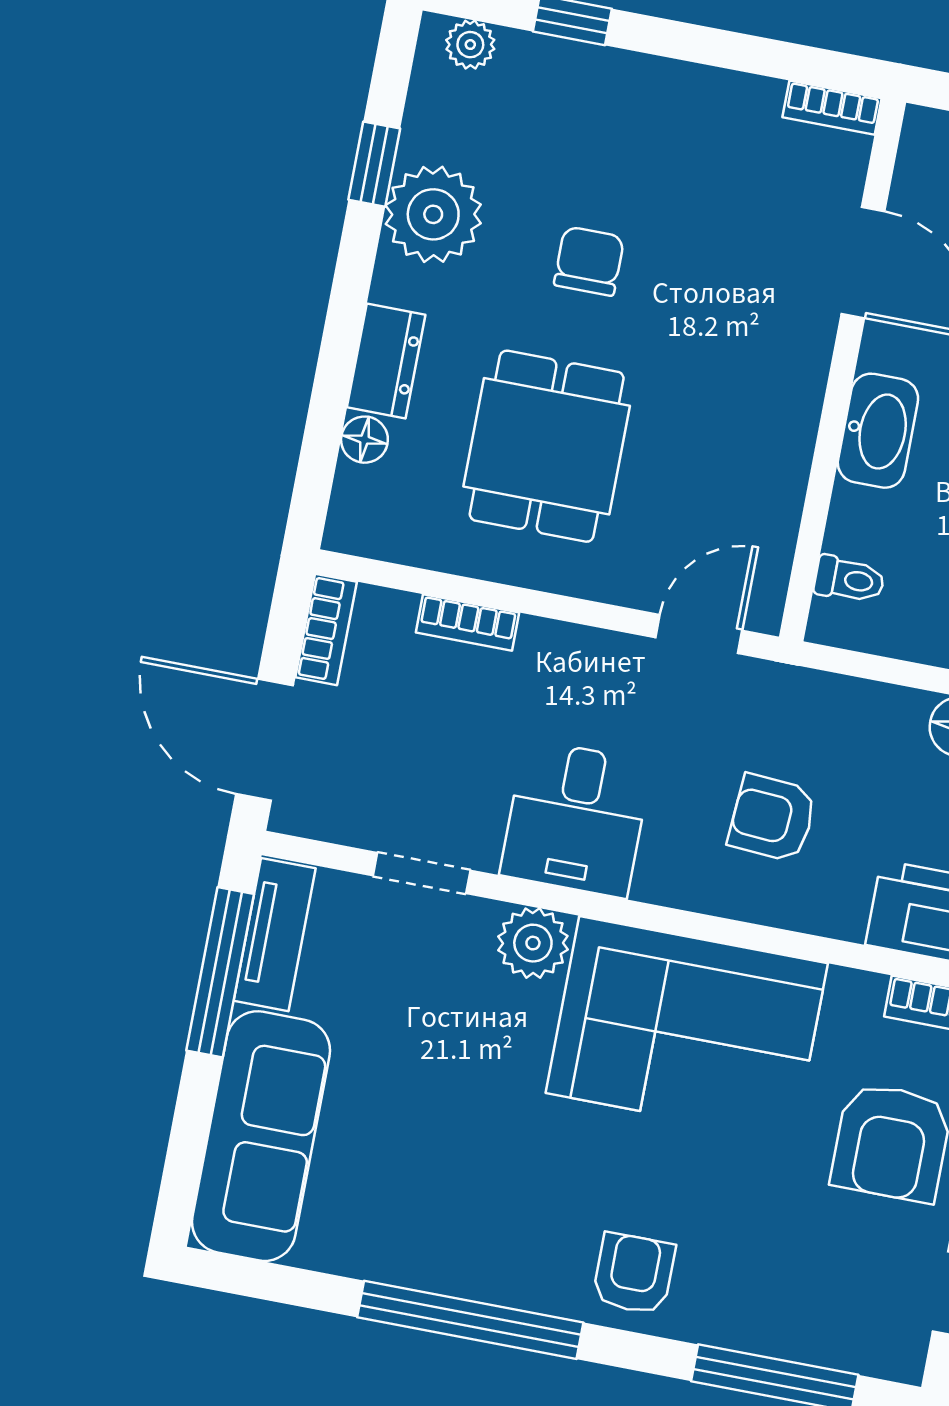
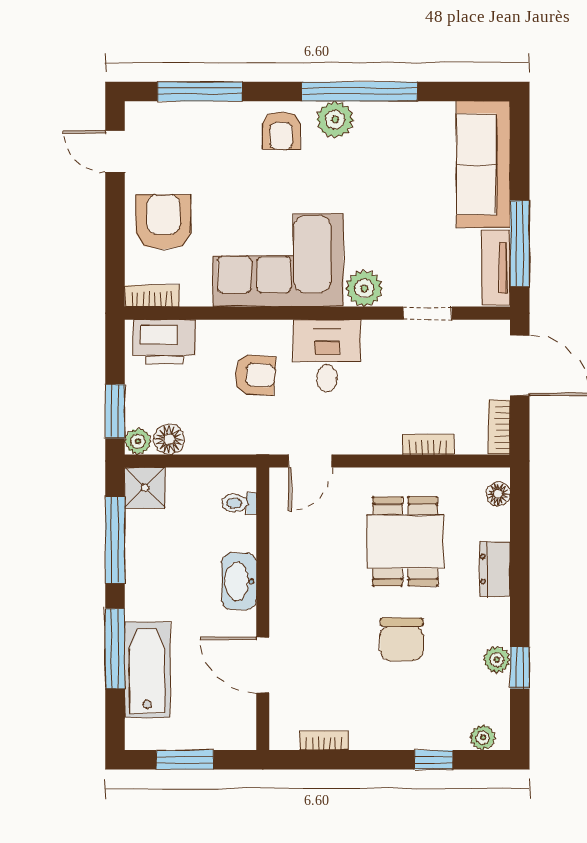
bookcase: (832, 108) -> (324, 741), moved
plant: (433, 214) -> (497, 660), width x0.53, depth x0.53
chair: (589, 261) -> (402, 639), width x1.37, depth x1.37
floor lamp: (364, 440) -> (498, 494), moved
desk: (576, 818) -> (327, 356), moved
plant: (527, 1275) -> (335, 120), added

